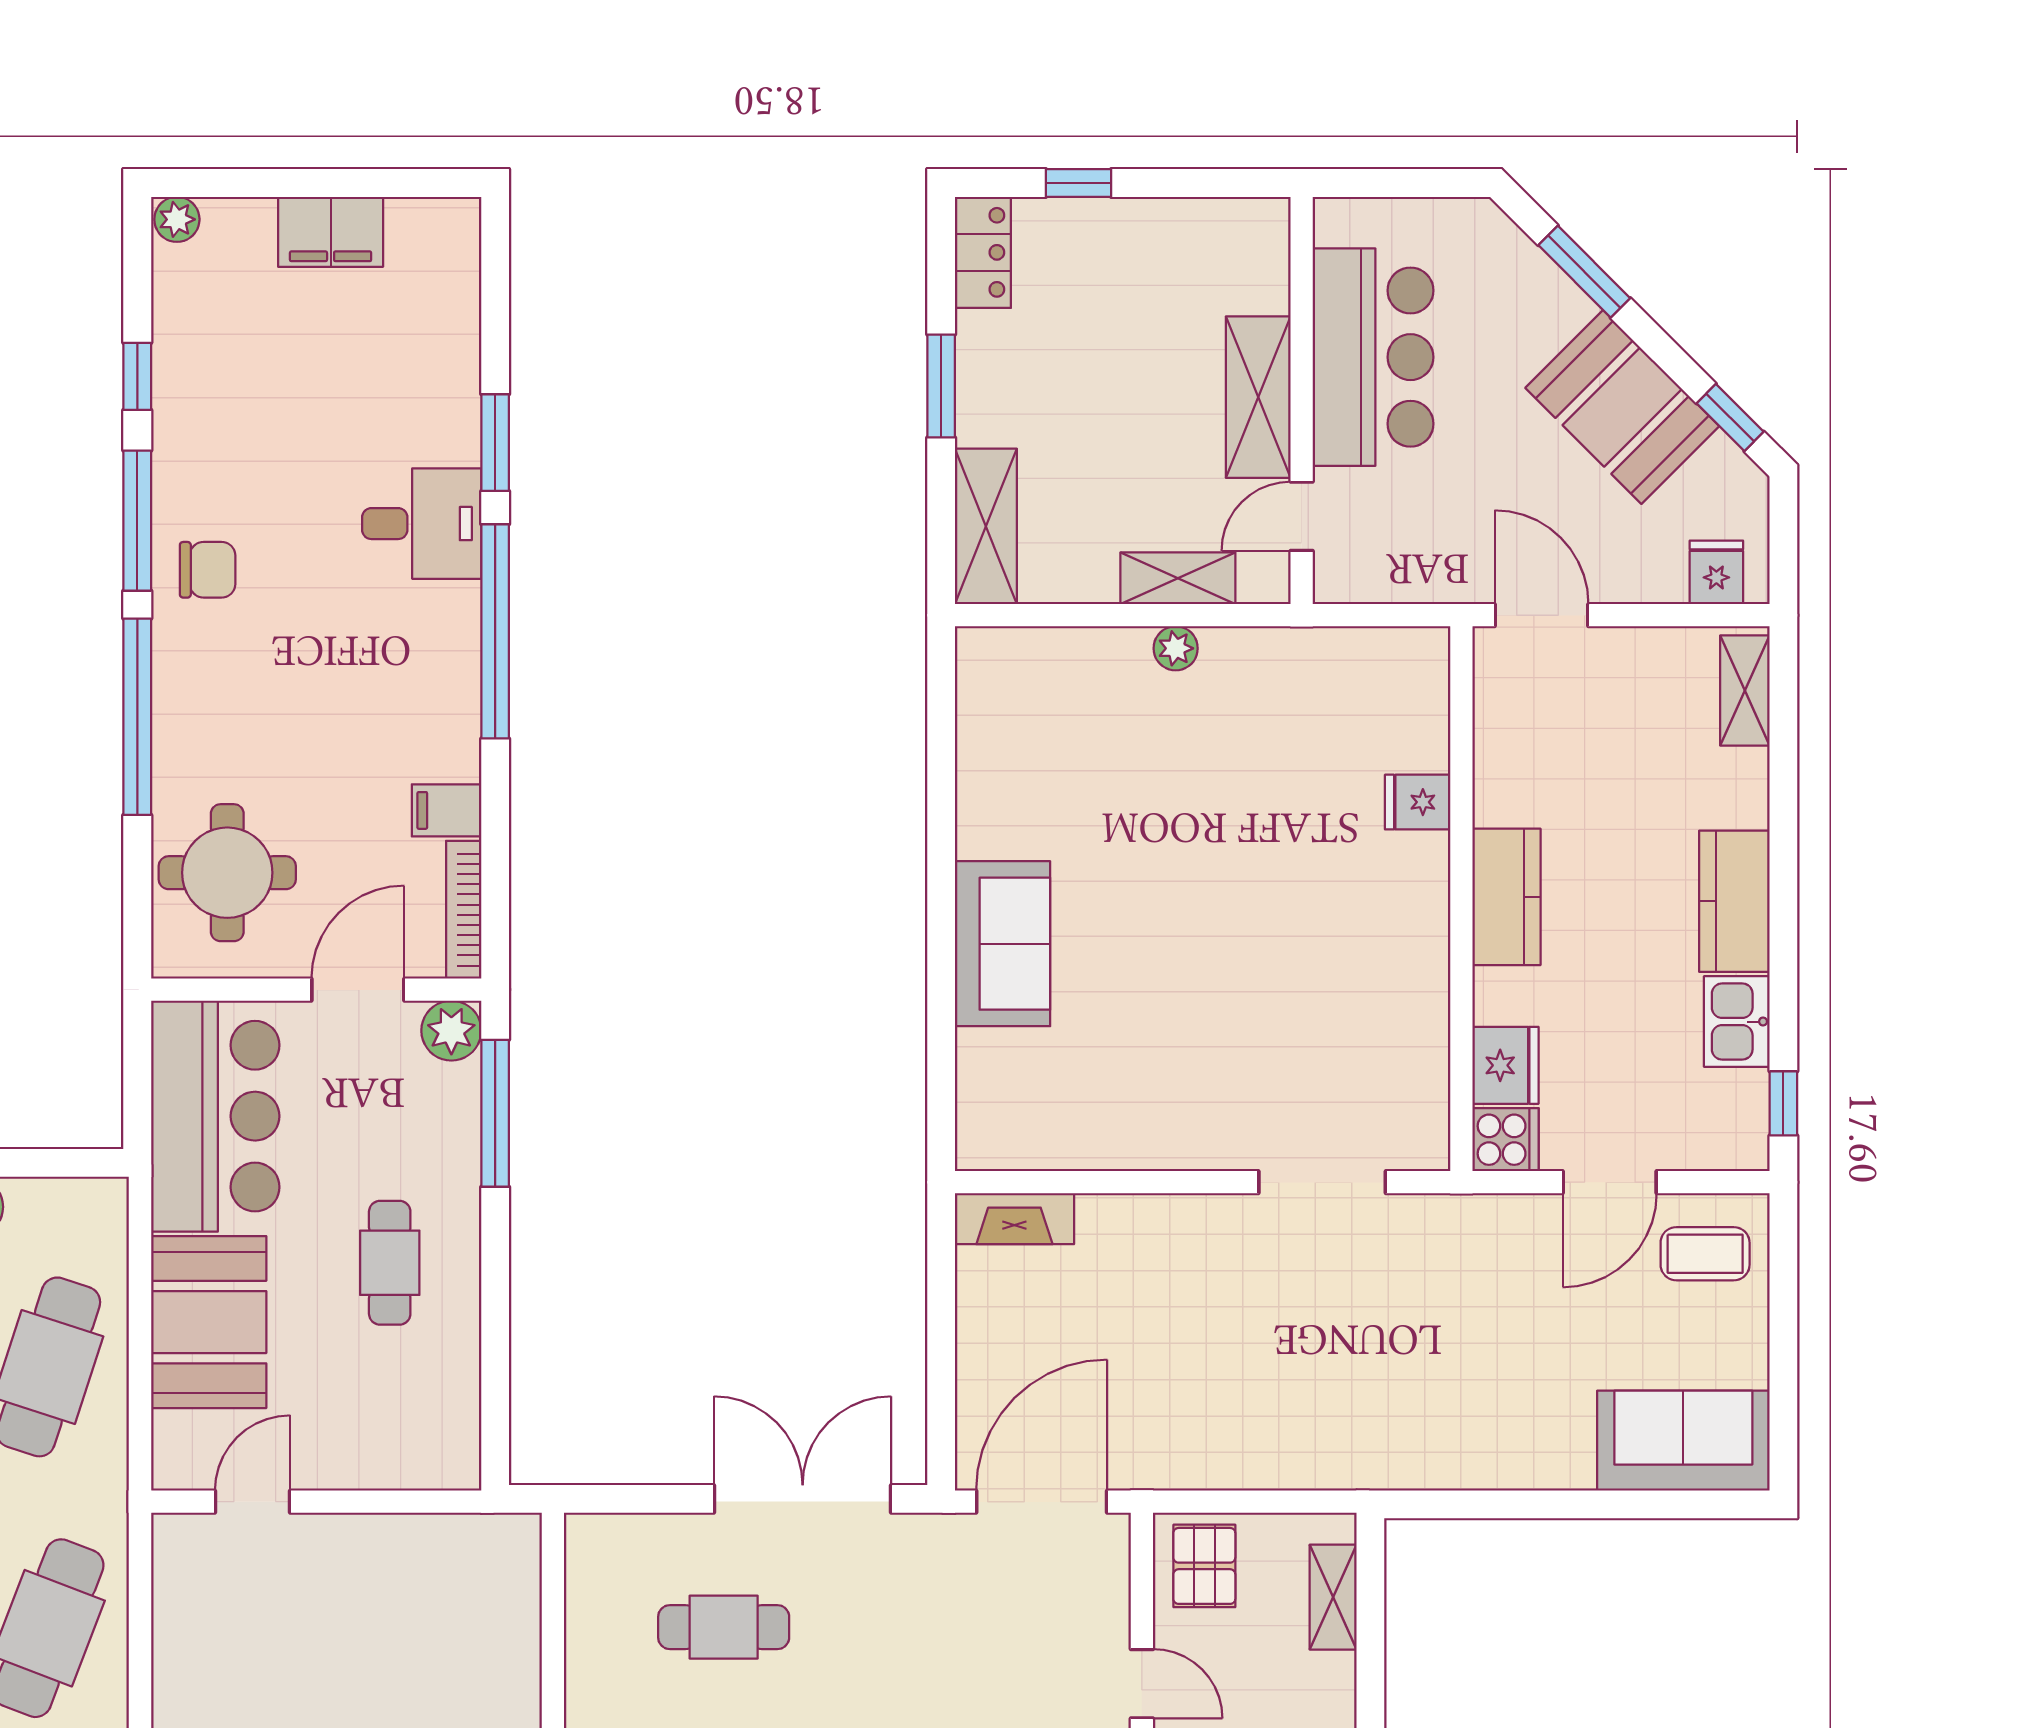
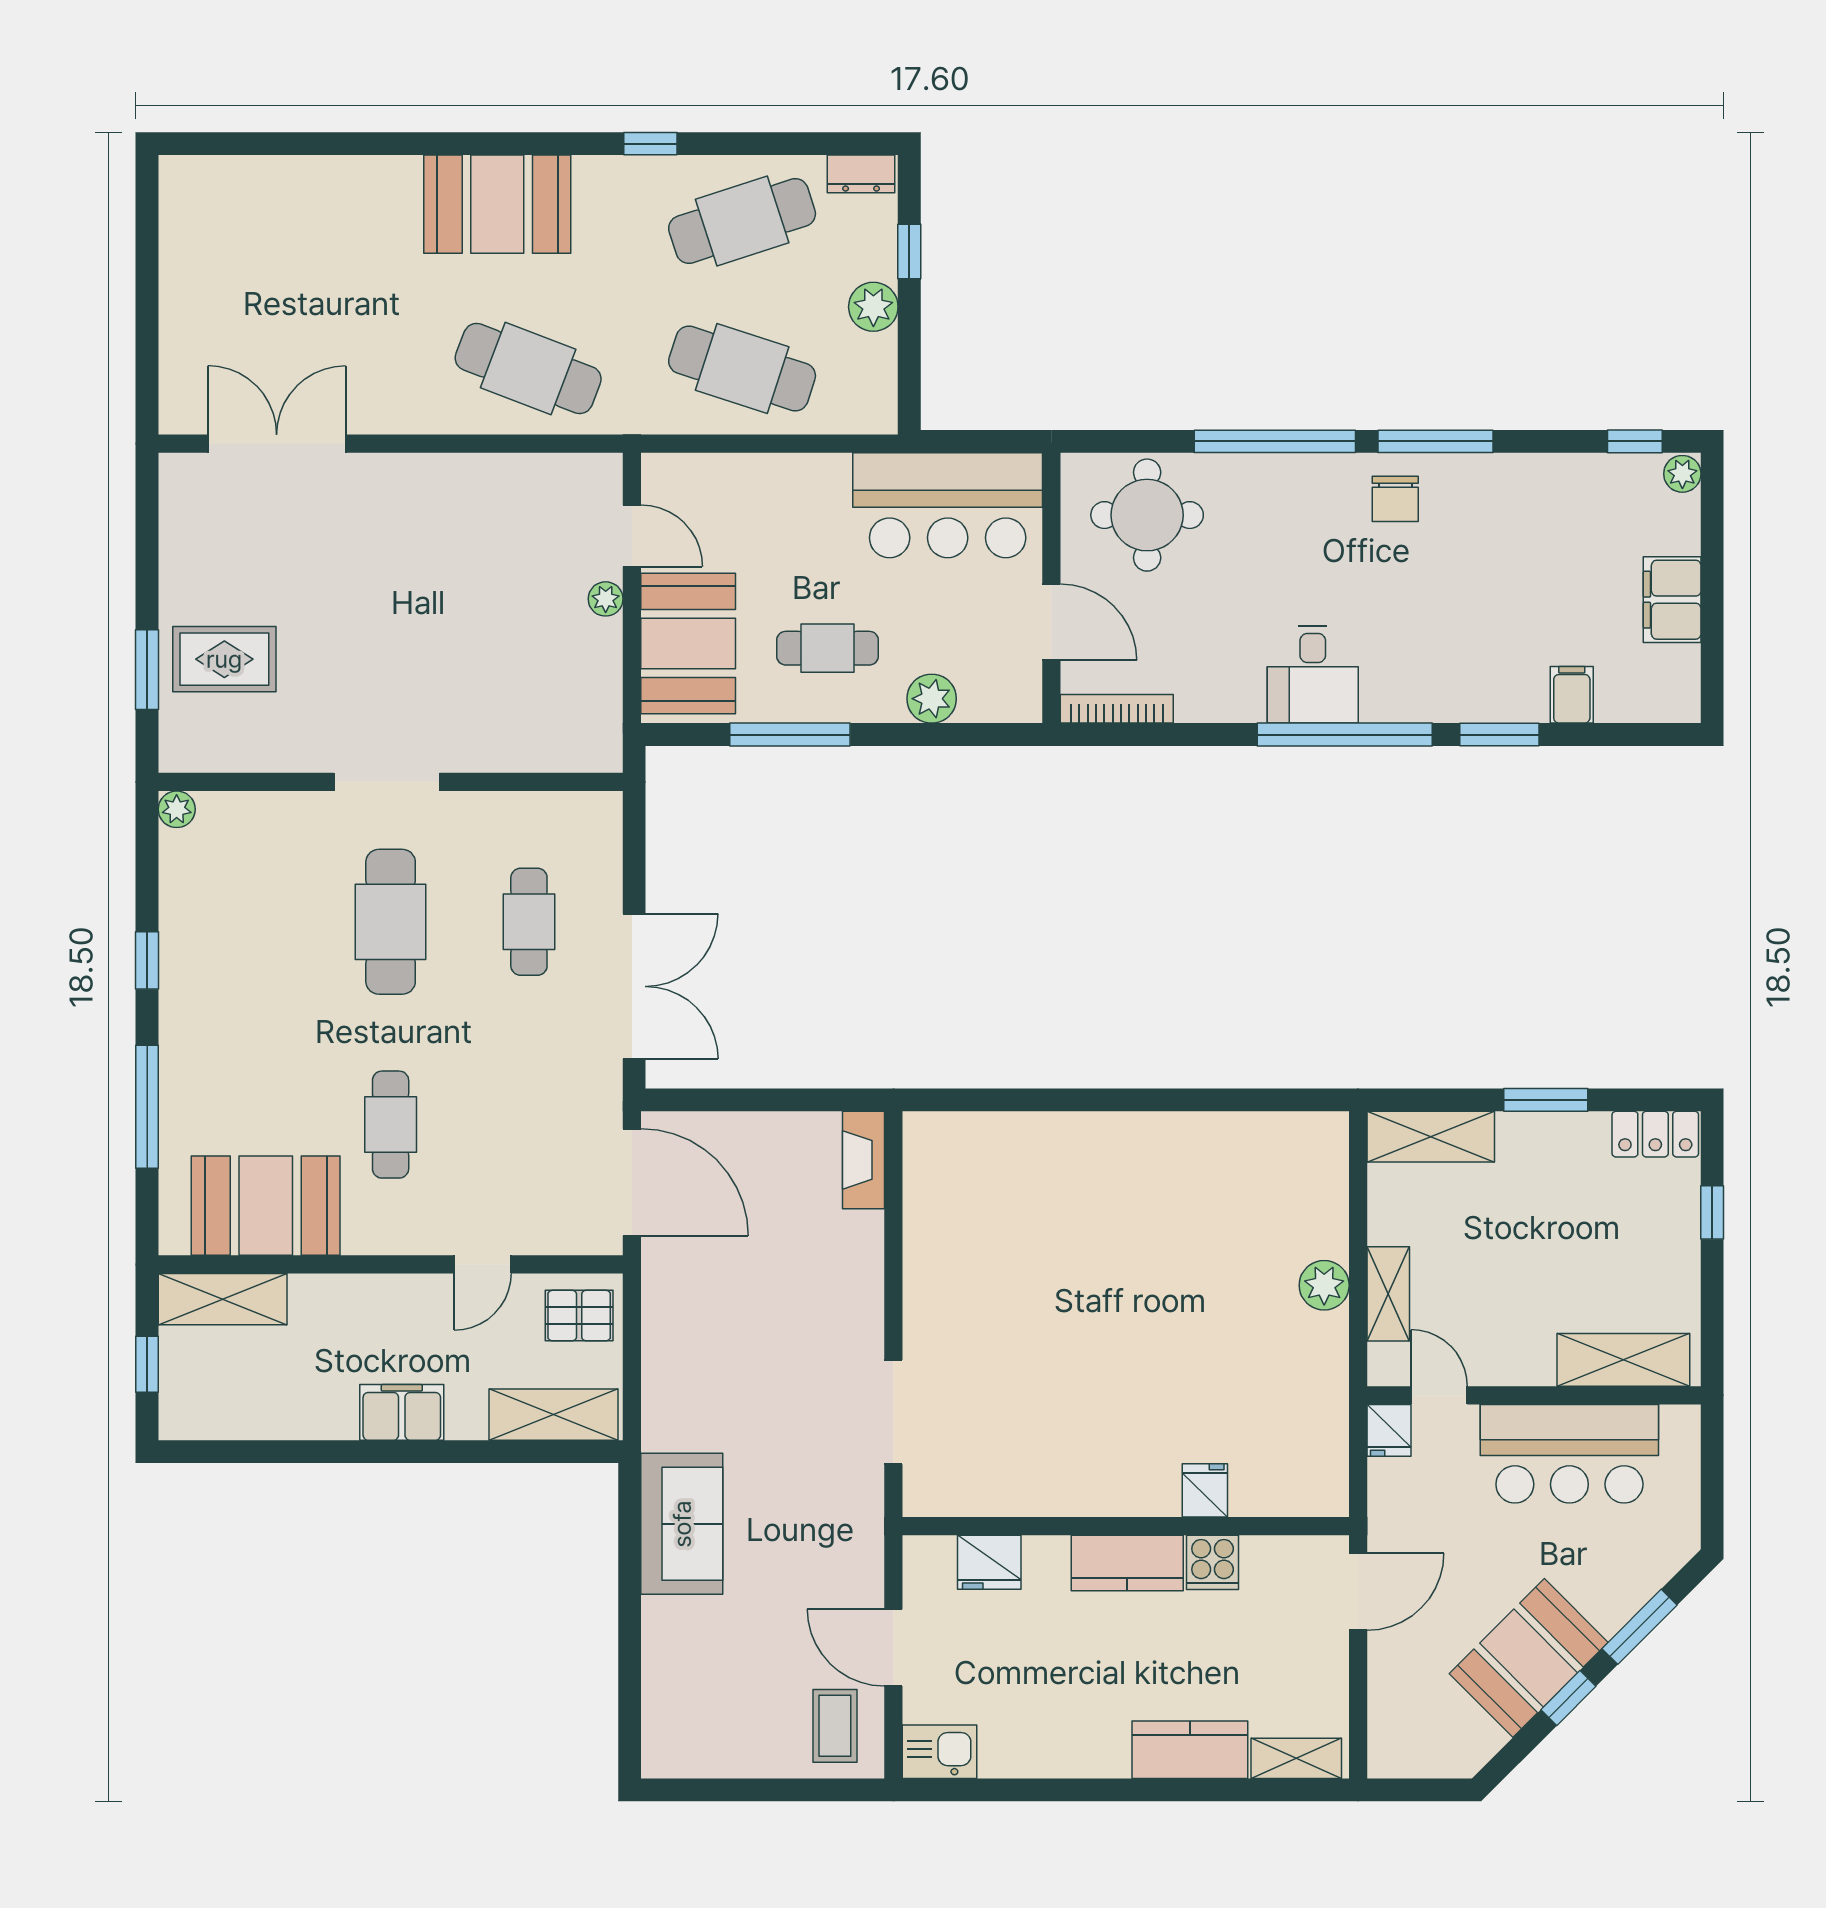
window: (137, 376) -> (1635, 441), moved
shelving: (1258, 397) -> (1623, 1360), moved
window: (1730, 417) -> (1568, 1698), moved
desk: (422, 524) -> (1313, 674), moved
fridge: (1716, 572) -> (1389, 1430), moved, turned 90
plant: (1176, 648) -> (1324, 1285), width x1.38, depth x1.38
filing cabinet: (447, 810) -> (1572, 695), moved
kitchen counter: (1734, 901) -> (1190, 1750), moved
sofa: (1002, 944) -> (1089, 1150), removed
kitchen sink: (1737, 1022) -> (940, 1752), moved
plant: (451, 1031) -> (932, 699), moved
window: (1783, 1103) -> (958, 1790), removed
window: (495, 1113) -> (790, 735), moved
cooker: (1506, 1140) -> (1213, 1562), moved
booth: (209, 1322) -> (688, 643), moved, turned 90
sofa: (1683, 1441) -> (682, 1524), moved
plant: (330, 1534) -> (606, 599), added
shelving: (1333, 1597) -> (554, 1415), width x1.50, depth x1.33

